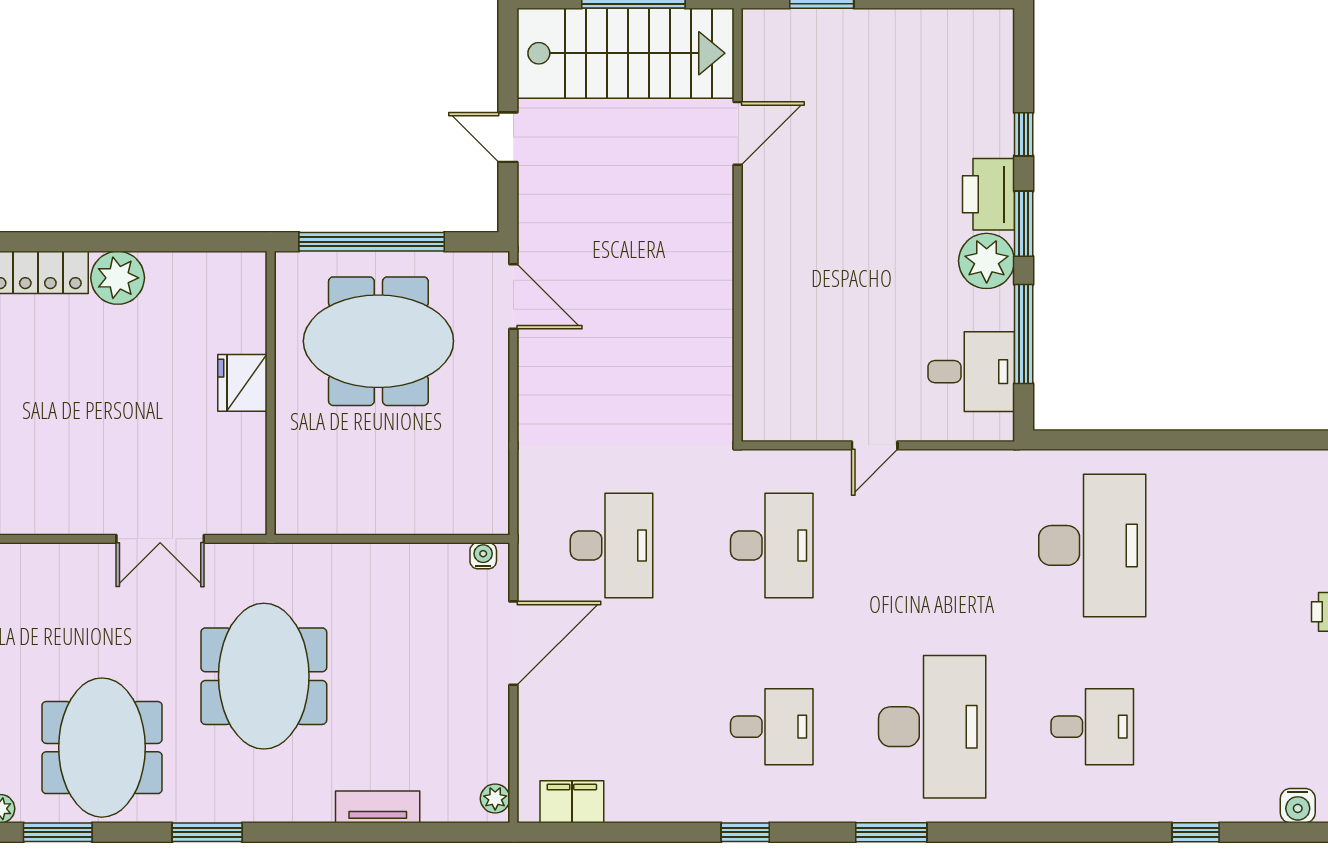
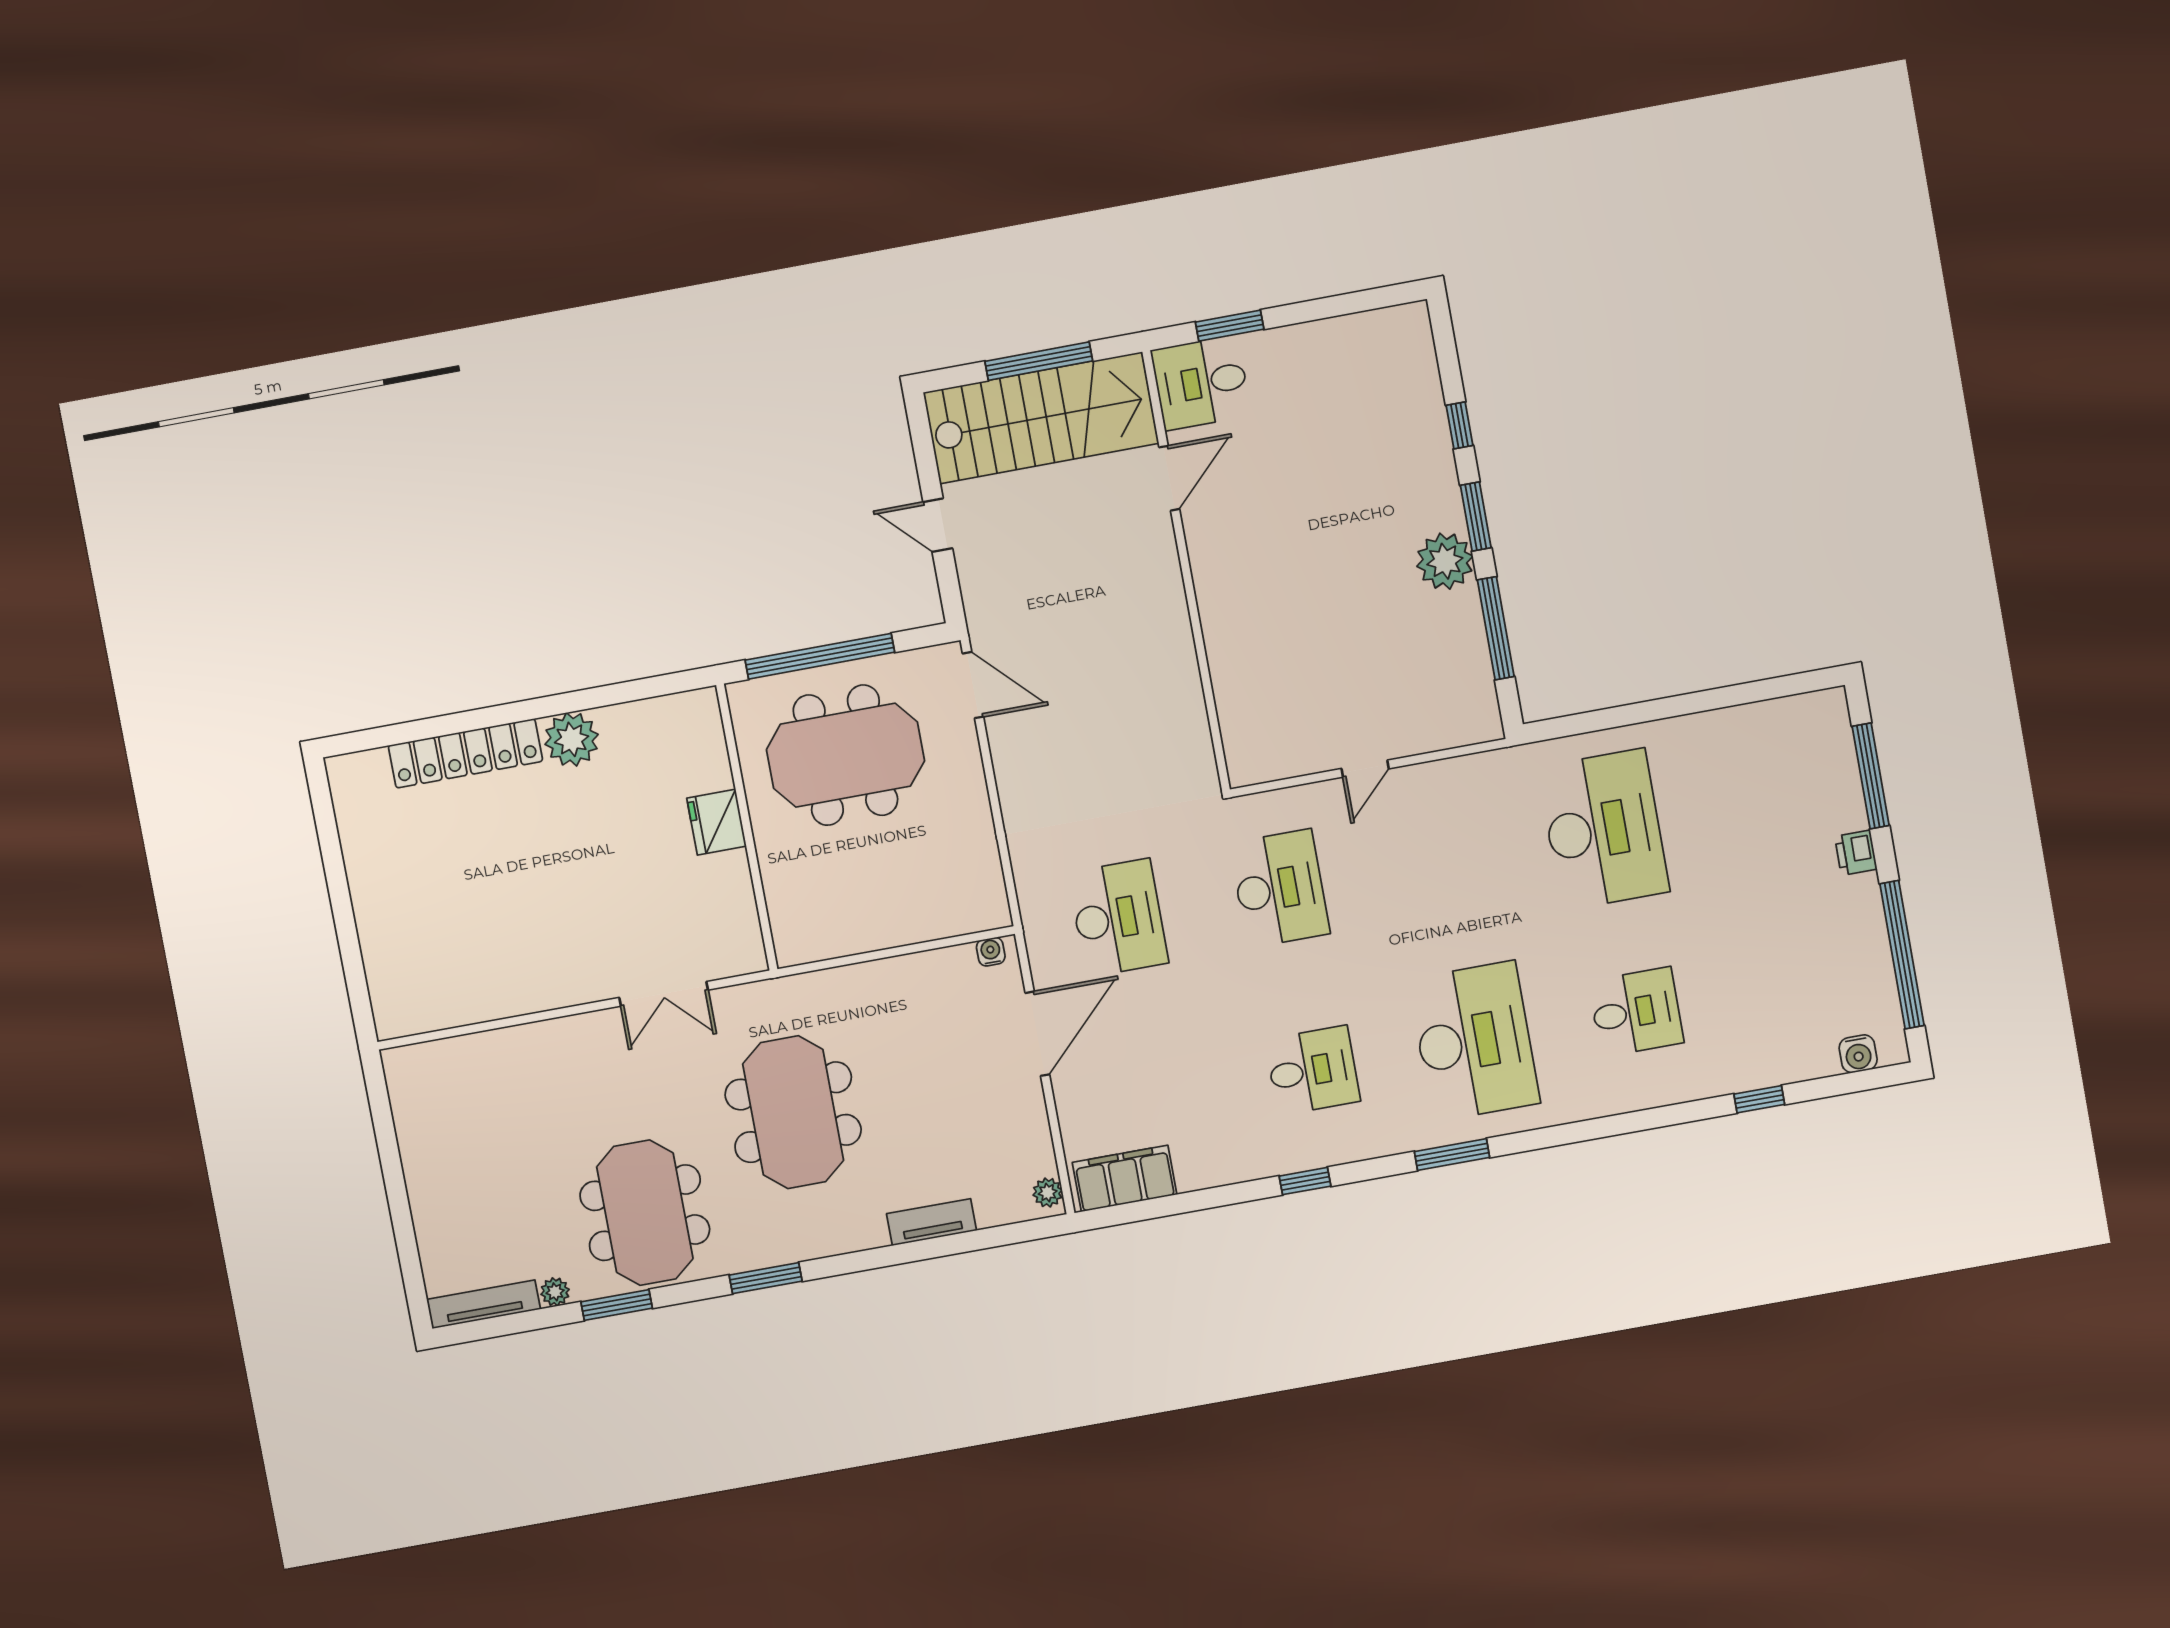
printer: (989, 194) -> (1435, 493), removed
desk: (971, 372) -> (1201, 383), moved, turned 180
filing cabinet: (572, 802) -> (1125, 1178), width x1.50, depth x1.17

